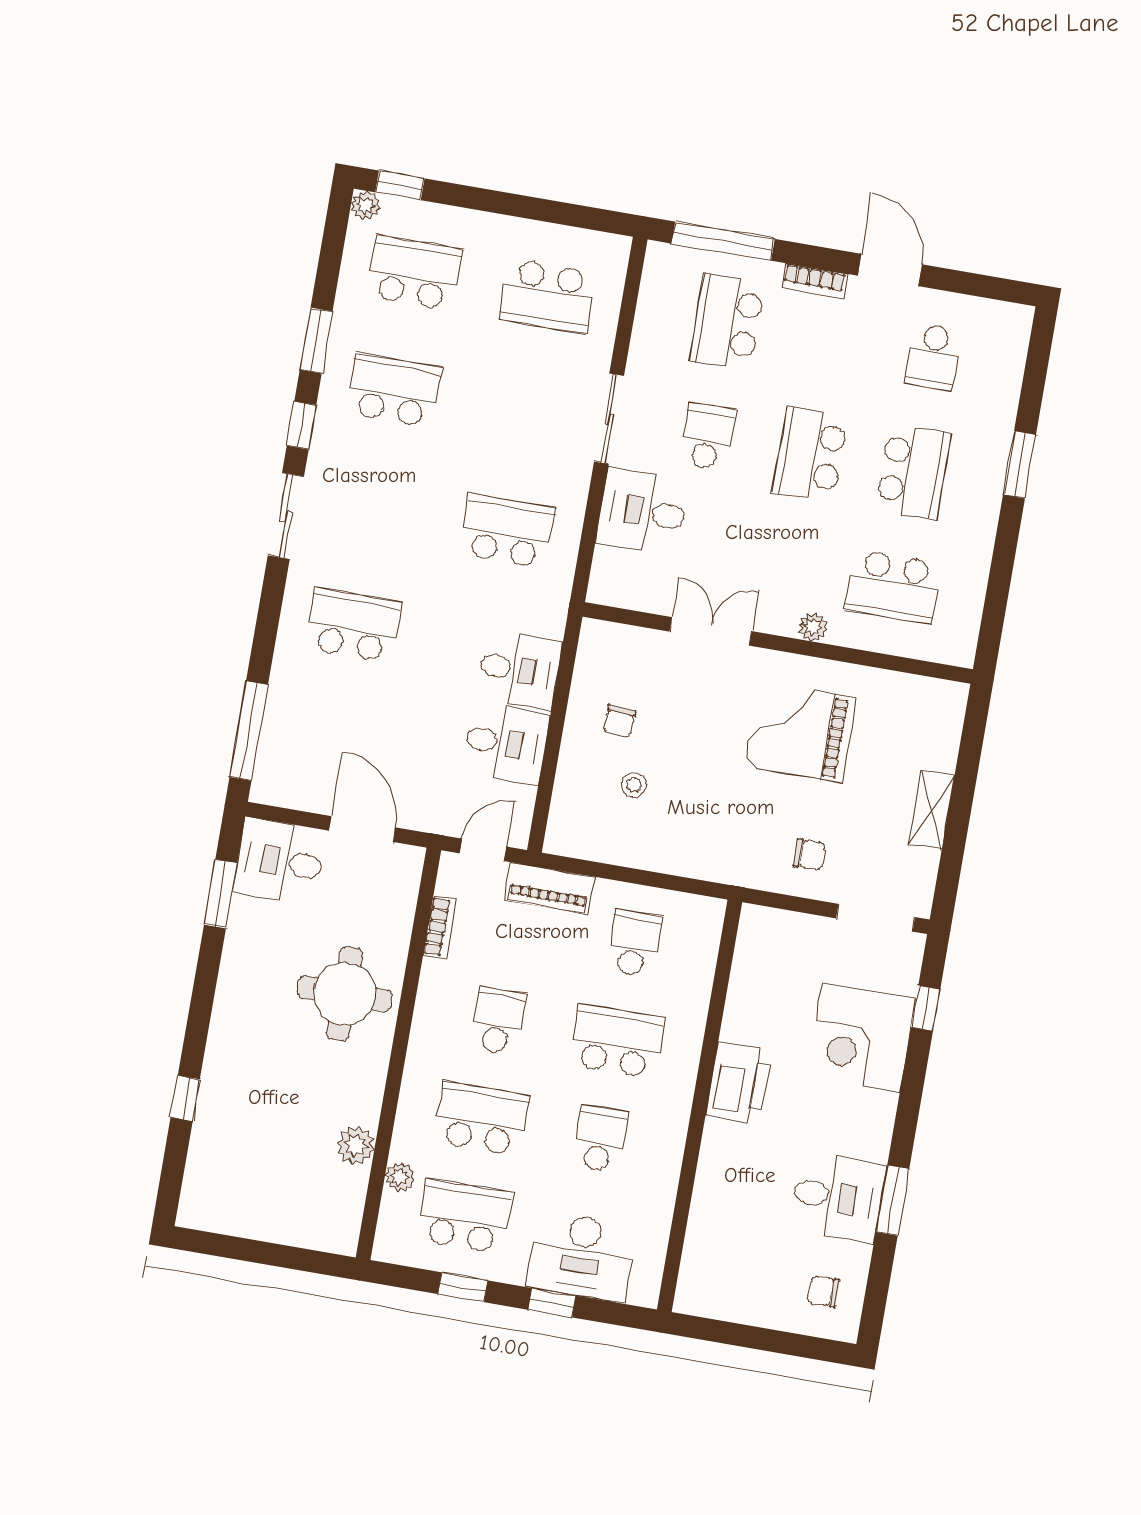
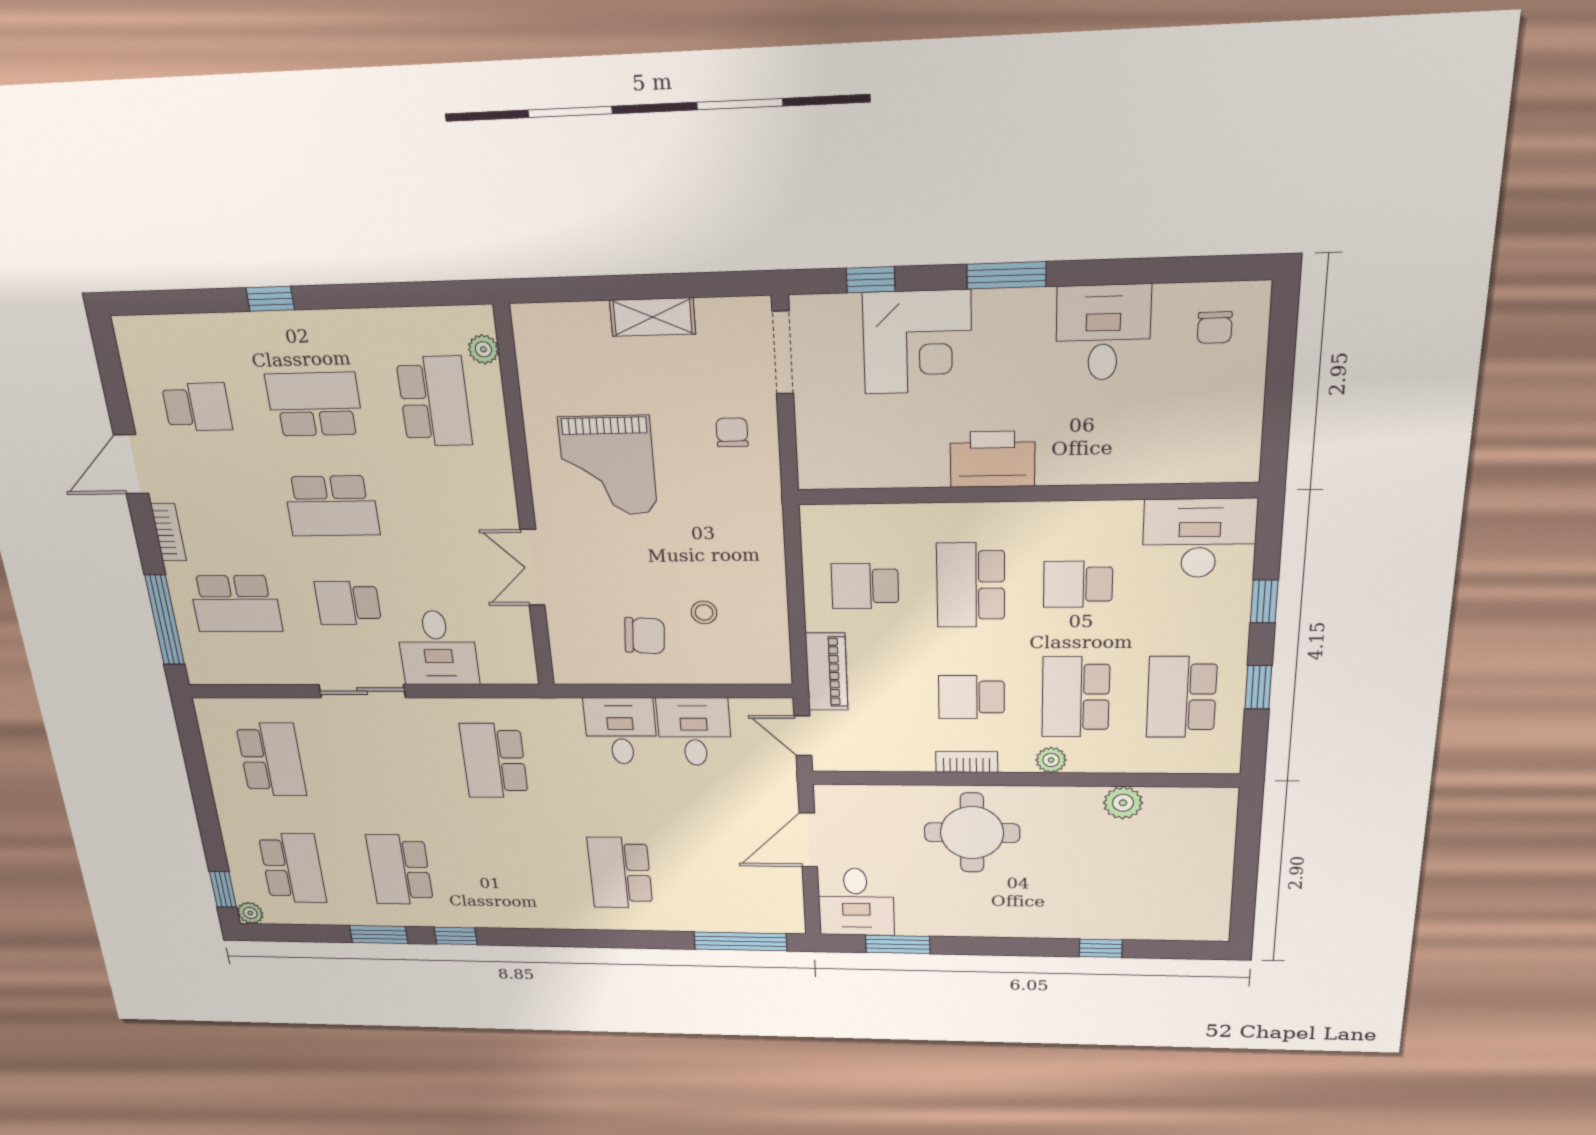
school desk: (414, 273) -> (293, 868), turned 180
window: (1020, 465) -> (270, 299), width x0.67
sliding door: (286, 516) -> (539, 938), removed
plant: (813, 627) -> (483, 349), moved
chair: (619, 721) -> (645, 636), width x1.37, depth x1.37
bookcase: (440, 927) -> (967, 762), moved
plant: (400, 1177) -> (1051, 760), moved
window: (892, 1200) -> (1006, 275), moved
desk: (581, 1257) -> (1199, 538), moved, turned -90

